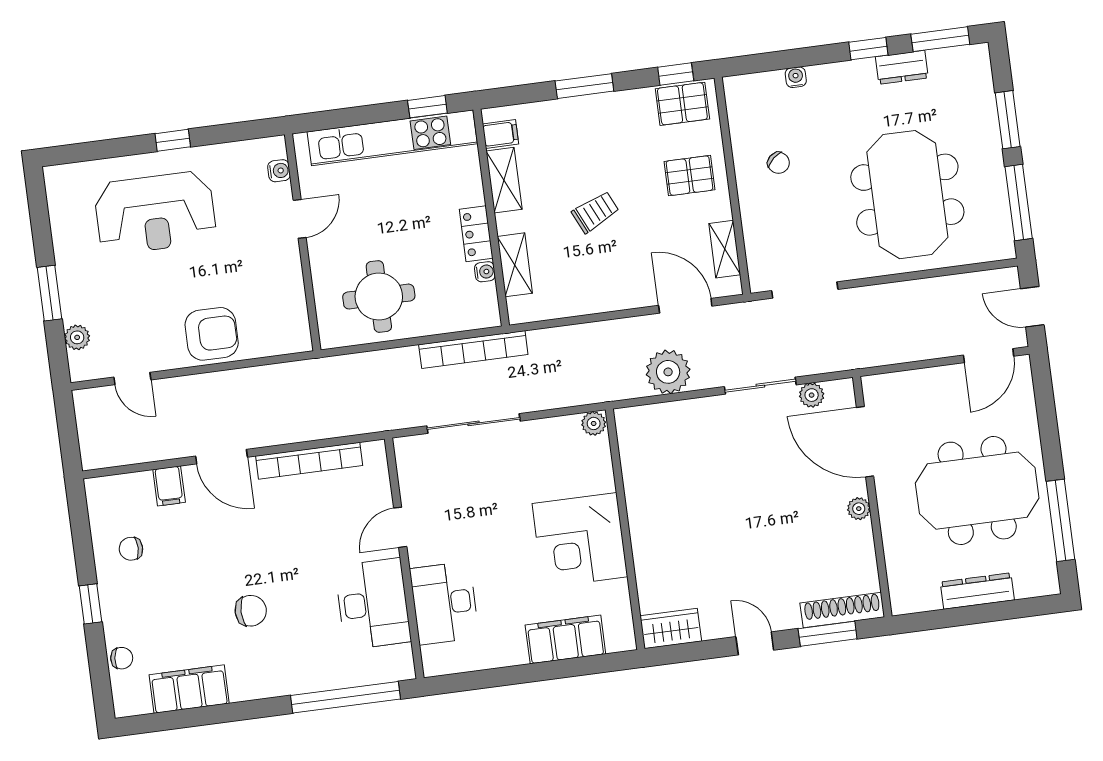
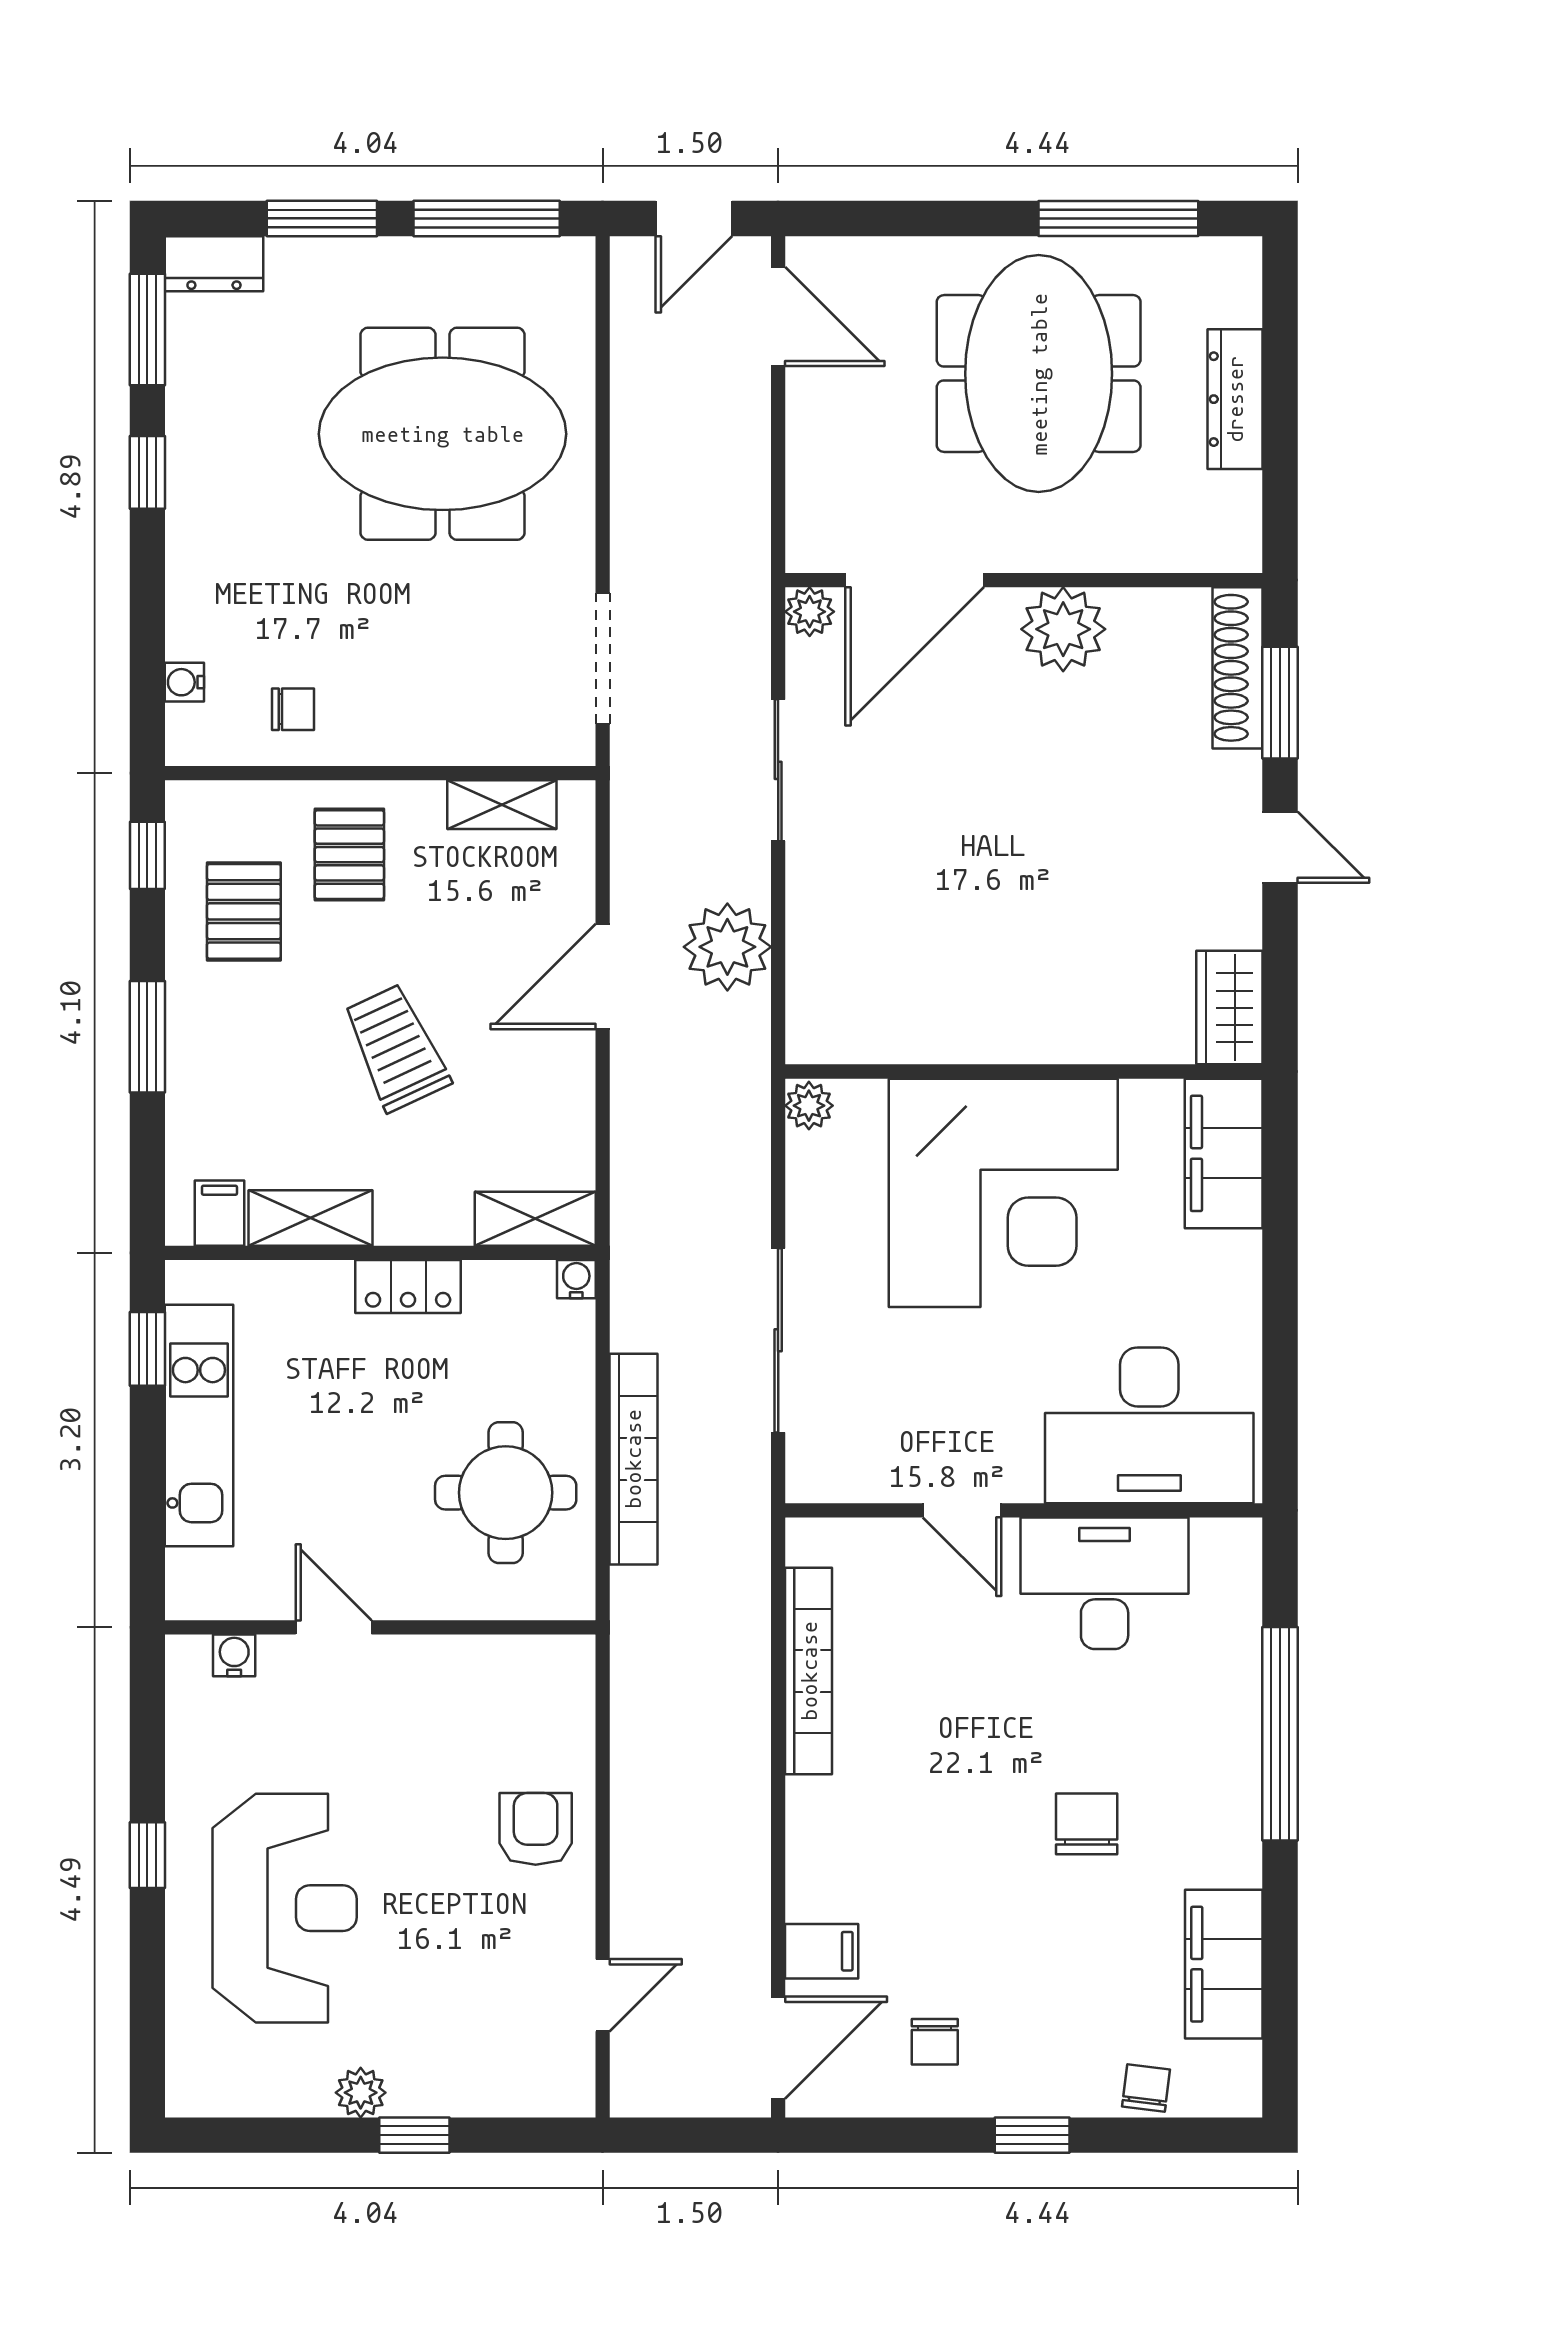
dresser: (902, 67) -> (214, 264), moved, turned 90
water cooler: (796, 77) -> (184, 682), moved
pallet: (682, 104) -> (244, 911), moved
kitchen unit: (392, 138) -> (199, 1426), width x0.73
chair: (779, 163) -> (293, 709), moved, turned 42
trolley: (595, 212) -> (396, 1048), width x1.36, depth x1.39
shelving: (515, 265) -> (535, 1219), moved
water cooler: (485, 272) -> (576, 1279), moved
window: (50, 293) -> (414, 2135), width x0.67
door: (685, 306) -> (603, 977), moved
armchair: (212, 334) -> (536, 1829), width x0.72, depth x0.72
plant: (77, 337) -> (361, 2093), moved
bookcase: (473, 349) -> (633, 1459), moved
plant: (812, 395) -> (810, 612), moved
door: (221, 457) -> (778, 2048), moved
plant: (859, 509) -> (1063, 629), width x1.88, depth x1.88
corner desk: (580, 540) -> (1003, 1193), width x1.36, depth x1.36
desk: (444, 603) -> (1149, 1425), width x1.36, depth x1.30
filing cabinet: (565, 639) -> (1224, 1153), moved
door: (755, 643) -> (1280, 847), swing flipped
window: (345, 697) -> (1280, 1734), moved

